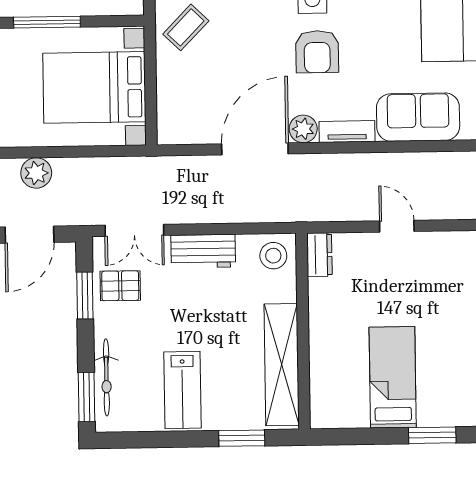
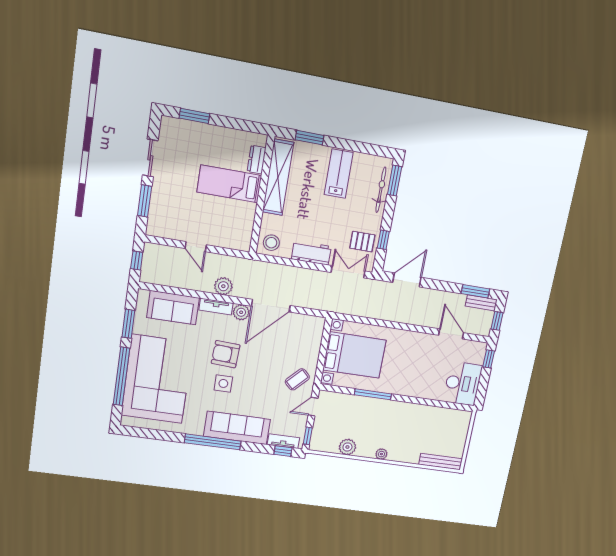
armchair: (317, 52) -> (226, 354), turned -87
plant: (36, 173) -> (223, 286), moved
dresser: (319, 255) -> (257, 160), moved
window: (85, 295) -> (383, 240), width x0.67
bed: (393, 377) -> (229, 184), moved, turned 90

